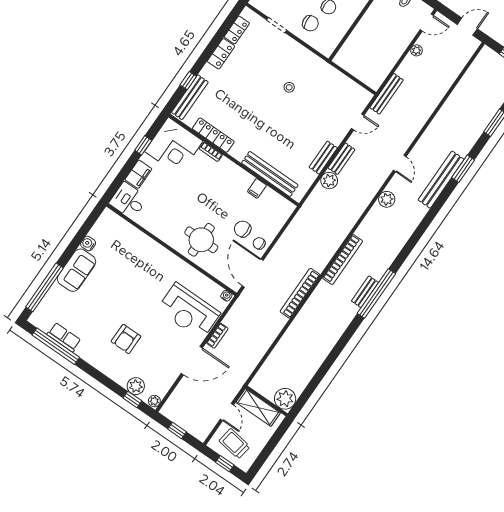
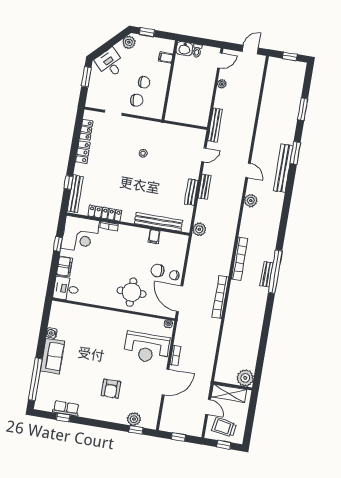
plant: (329, 181) -> (199, 229), moved
window: (56, 346) -> (63, 418), width x0.32
plant: (154, 401) -> (152, 424), removed

